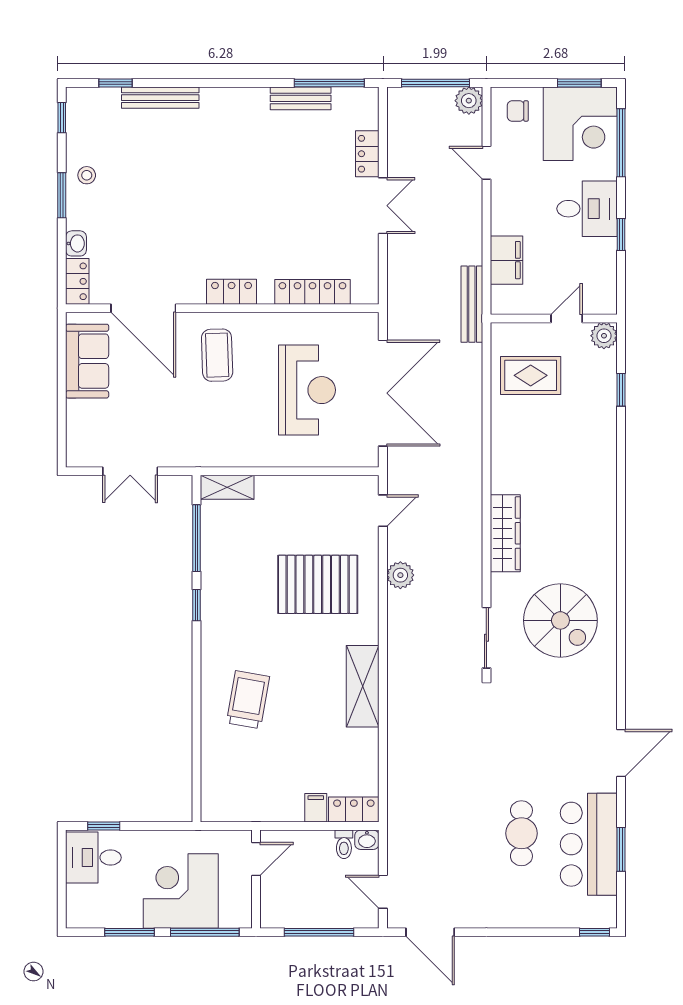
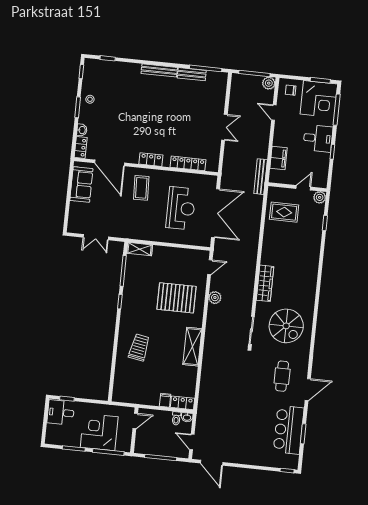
bench: (160, 98) -> (159, 70), moved
locker: (367, 154) -> (220, 103), removed
cafe table: (521, 833) -> (282, 376), moved

